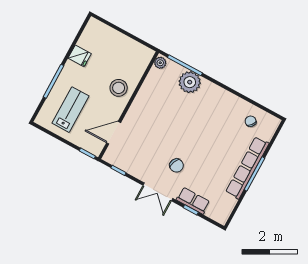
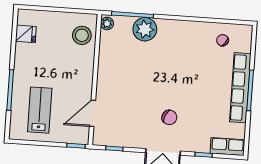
fridge: (80, 56) -> (26, 34), moved
stool: (119, 88) -> (82, 35), moved
row of seats: (193, 201) -> (227, 146), moved

